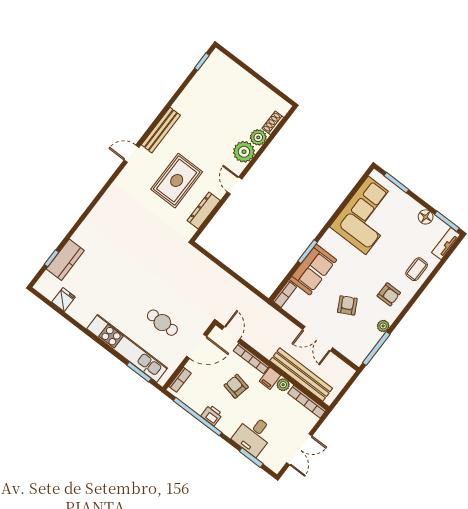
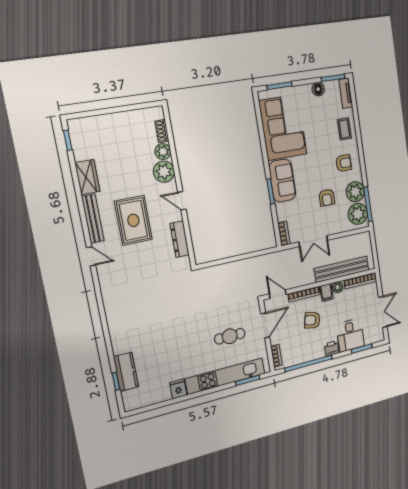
wardrobe: (188, 99) -> (87, 177), added
door: (131, 154) -> (91, 256), swing flipped
rug: (177, 181) -> (133, 220), moved
sofa: (313, 270) -> (282, 181), moved
fridge: (64, 300) -> (178, 389), moved
armchair: (347, 305) -> (327, 198), turned -152
plant: (383, 326) -> (355, 192), width x1.87, depth x1.87
double door: (318, 339) -> (313, 241), moved
plant: (360, 347) -> (358, 214), added
printer: (212, 415) -> (332, 348), moved

